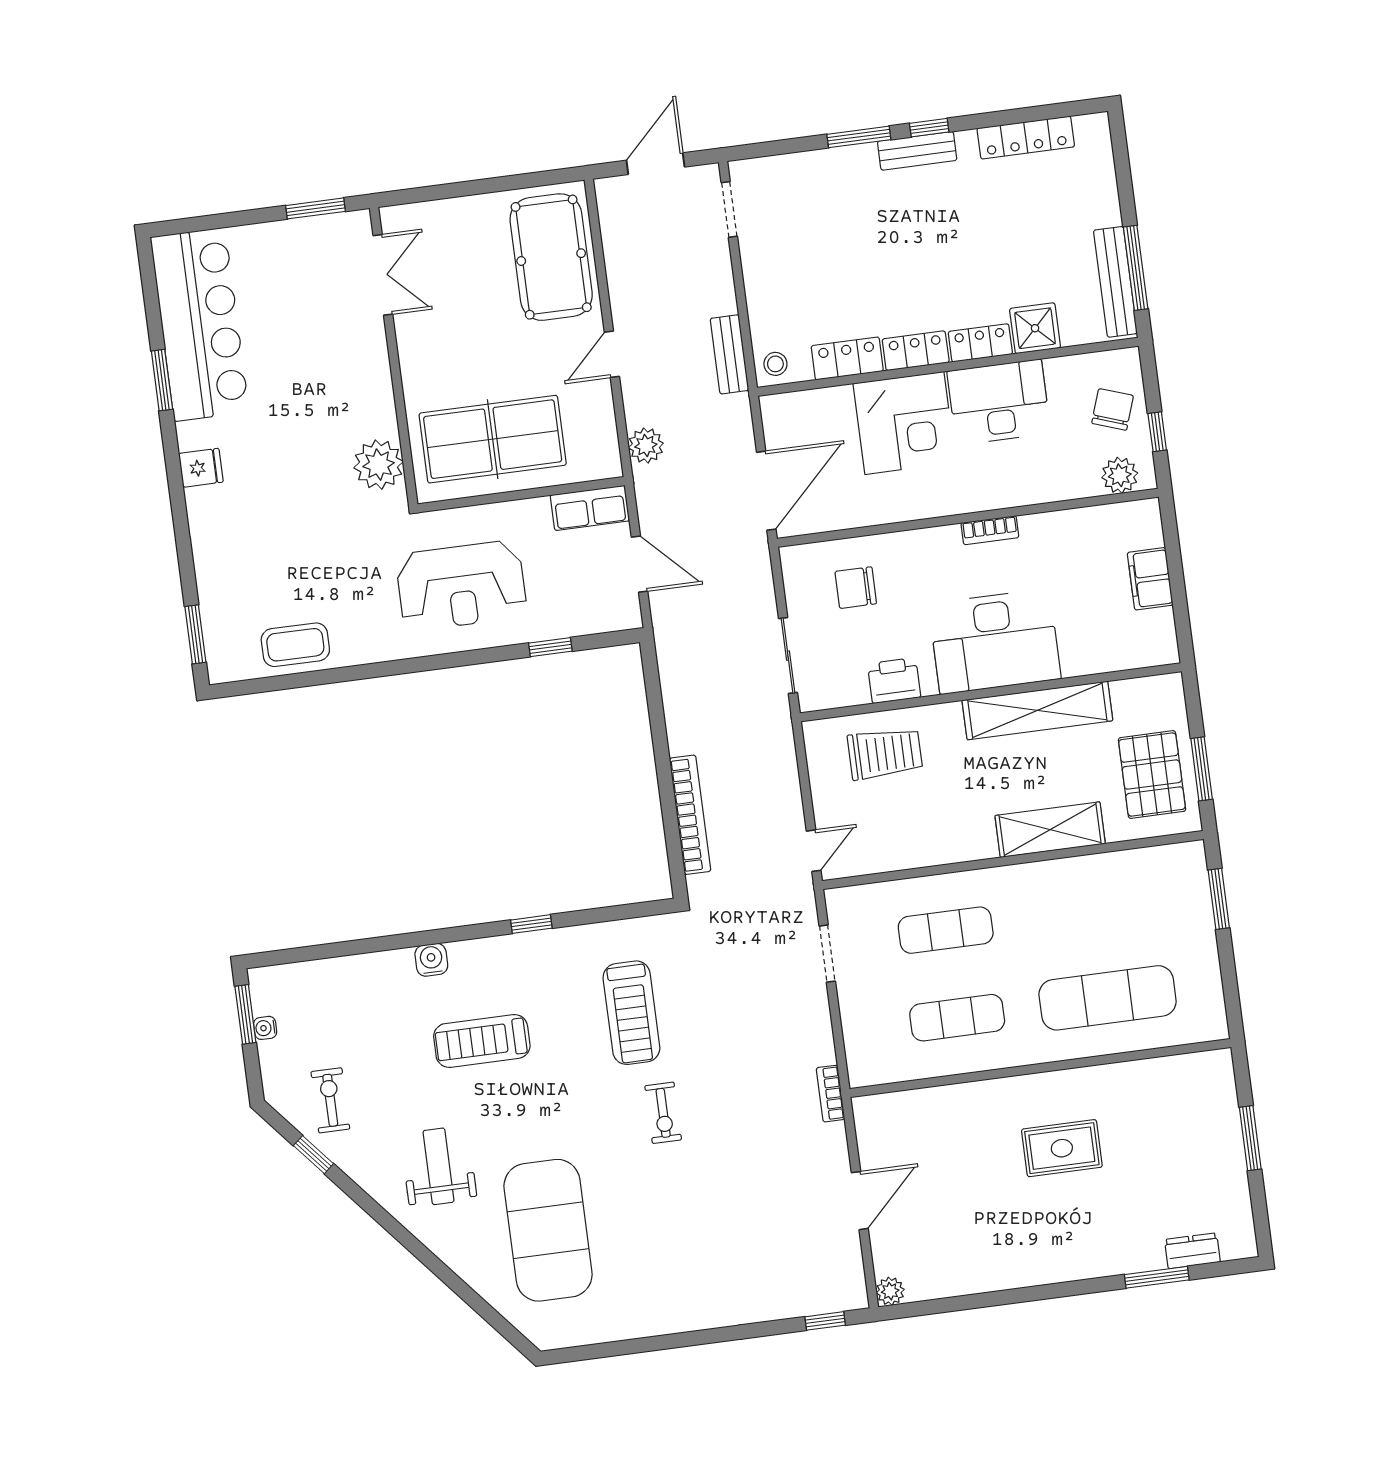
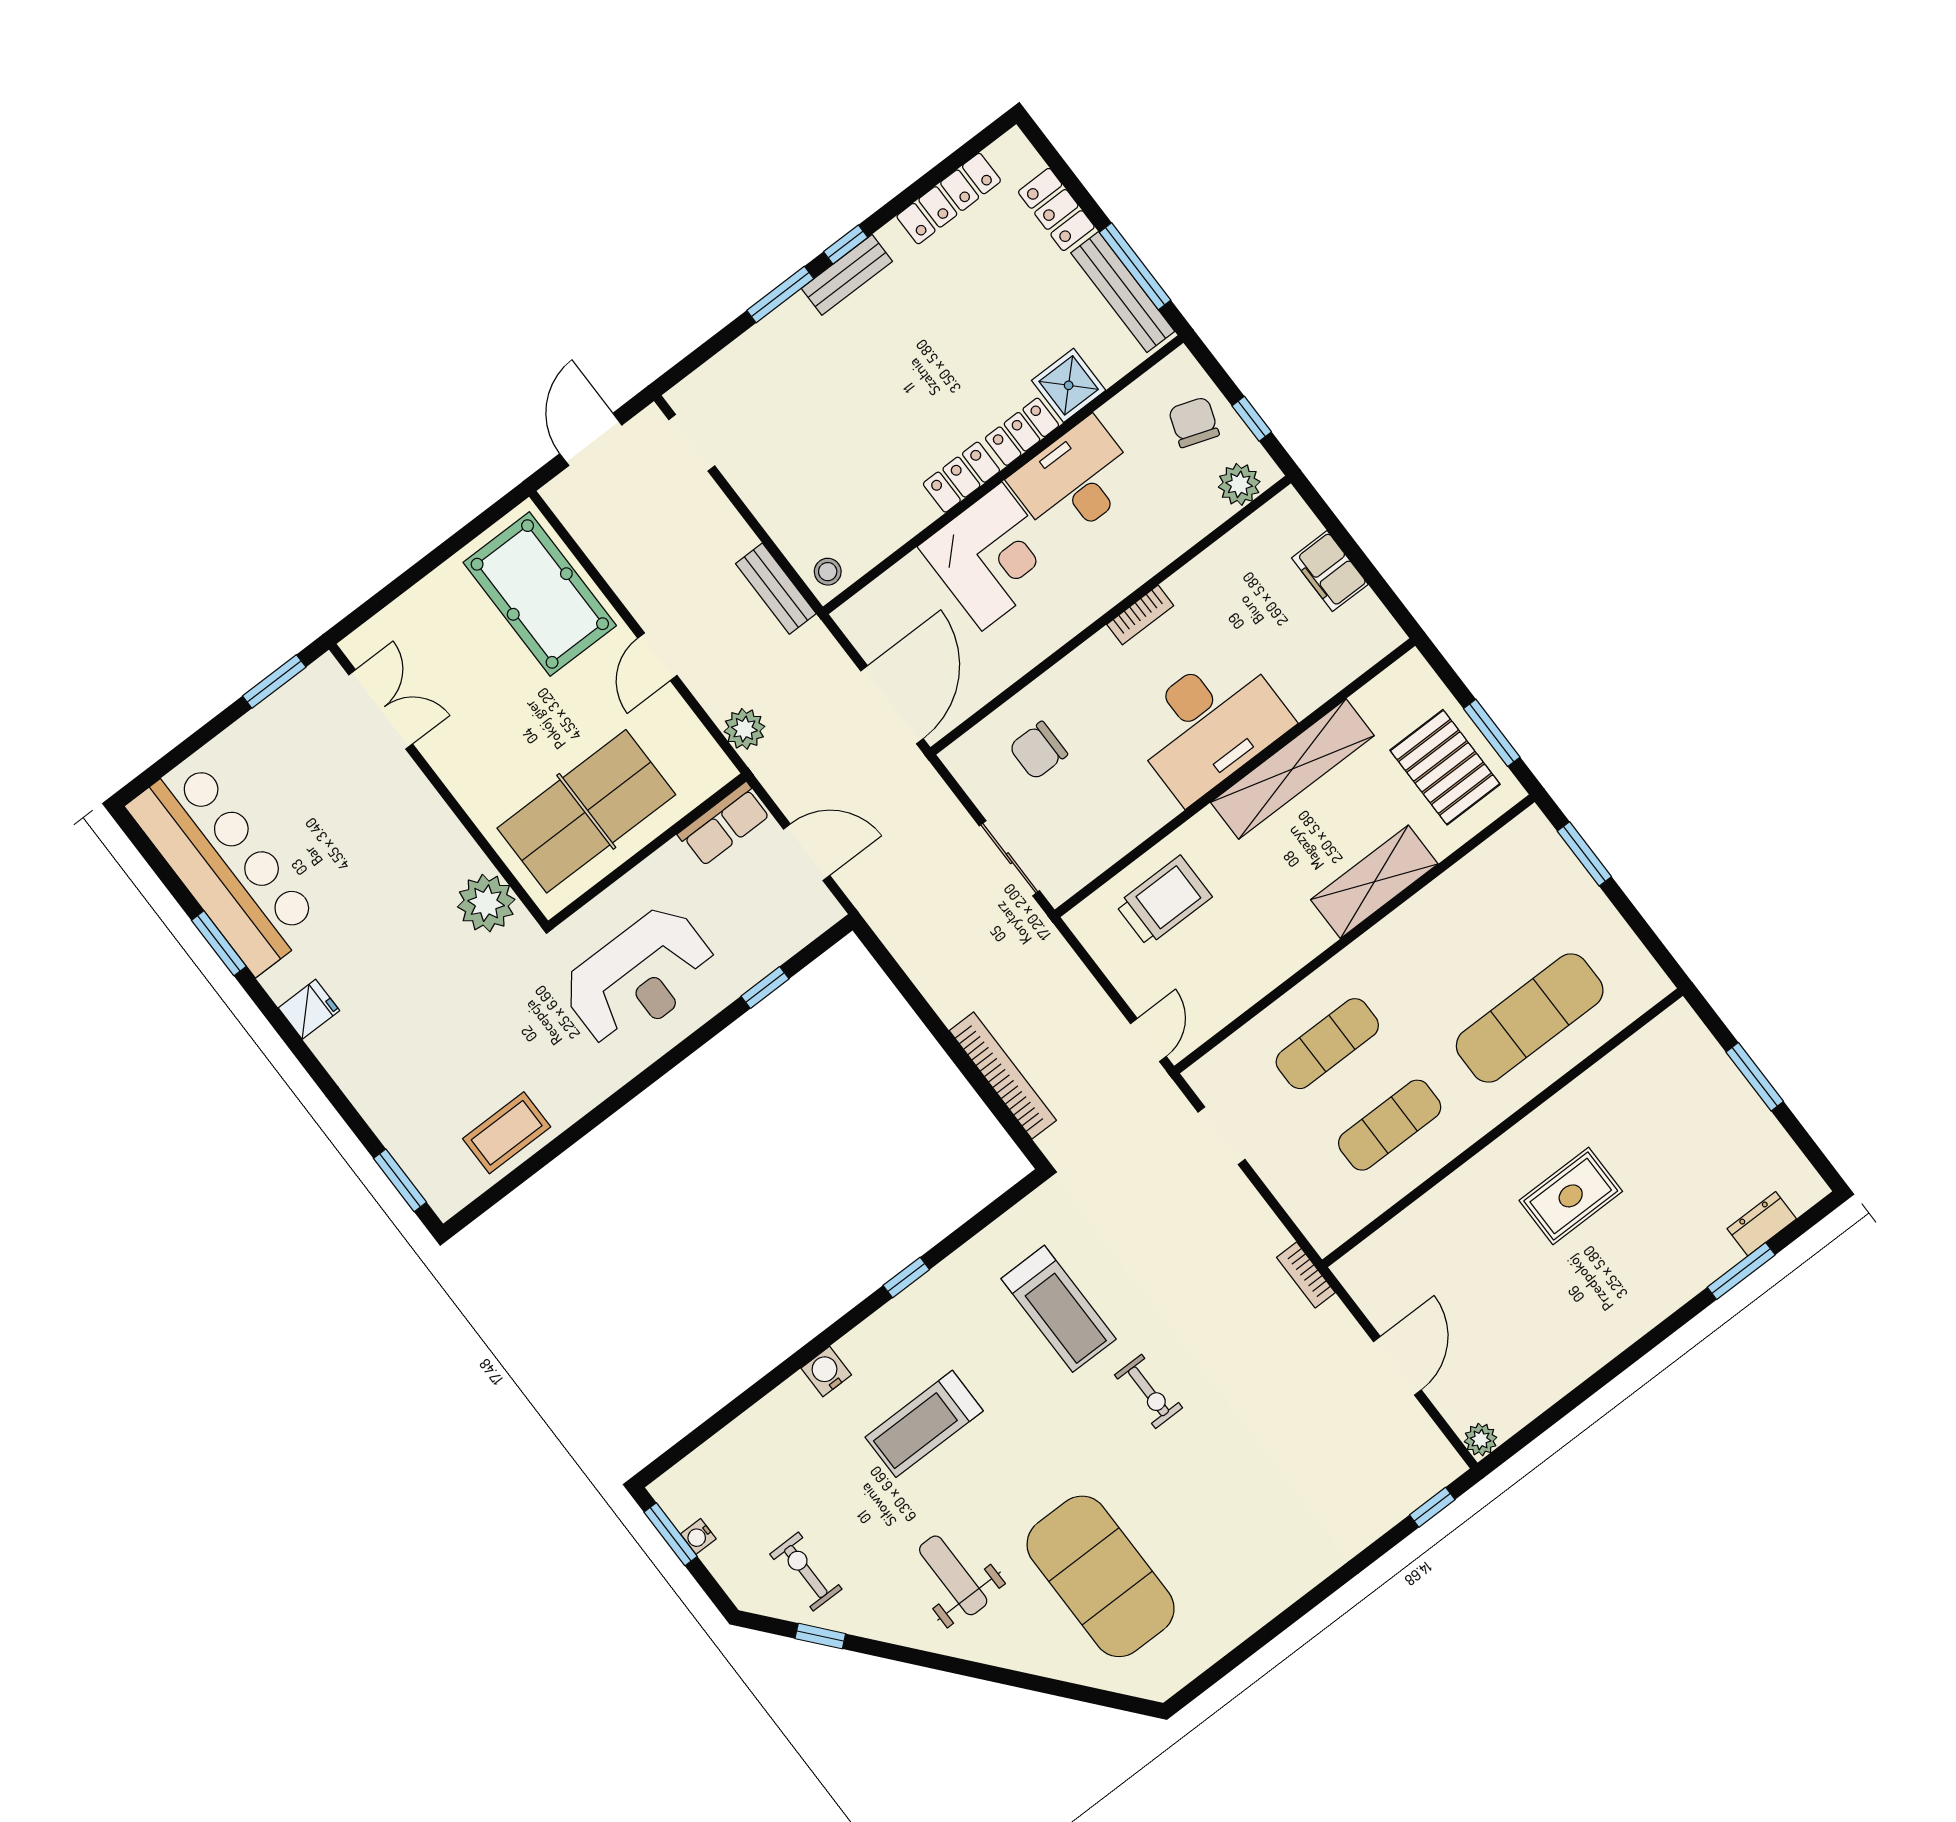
locker: (847, 358) -> (1056, 209), moved, turned -90
printer: (894, 681) -> (1131, 822), removed

